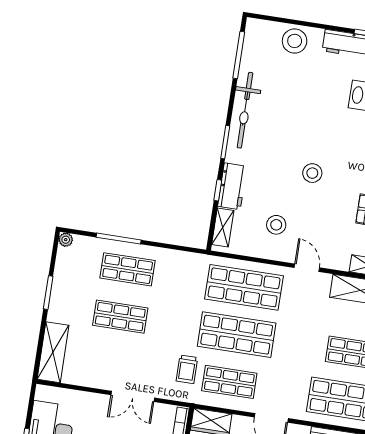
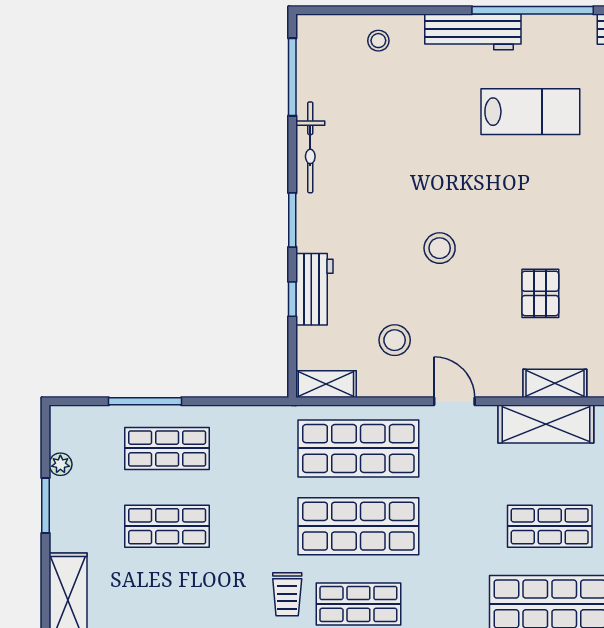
stool: (295, 41) -> (378, 41), width x0.53, depth x0.53
bicycle: (245, 110) -> (310, 147), width x0.73, depth x0.71
shelving: (223, 227) -> (326, 384), moved, turned 90
plant: (66, 240) -> (60, 464), moved

